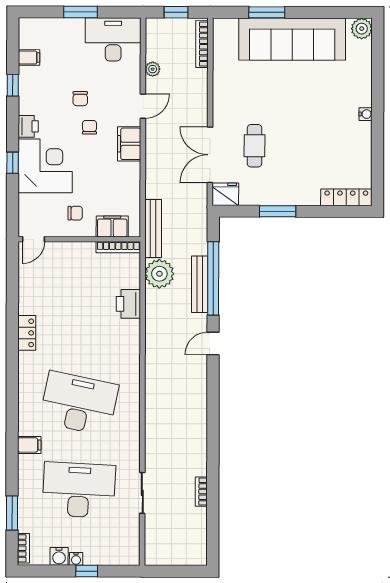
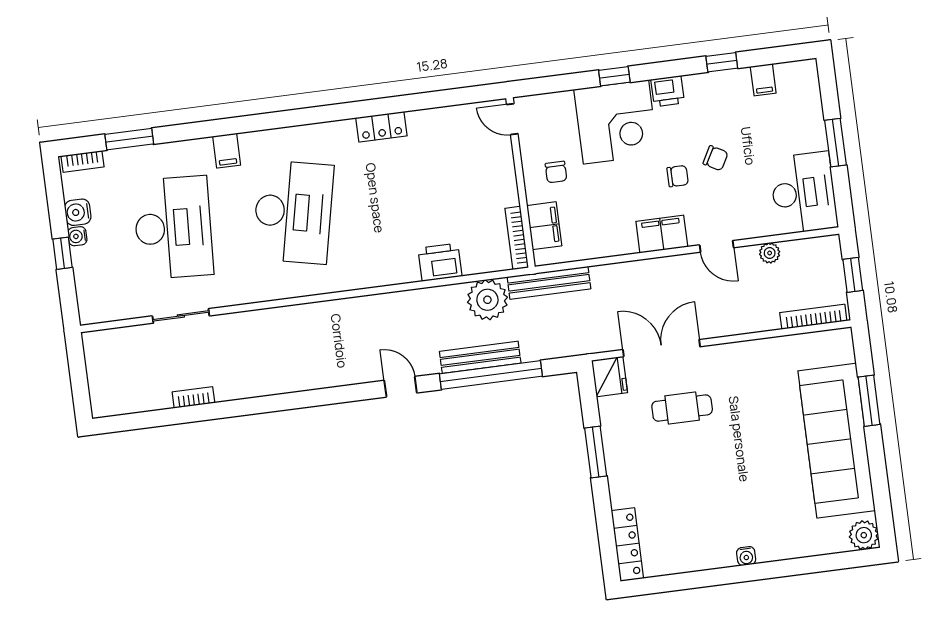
chair: (80, 99) -> (716, 158), turned -151

